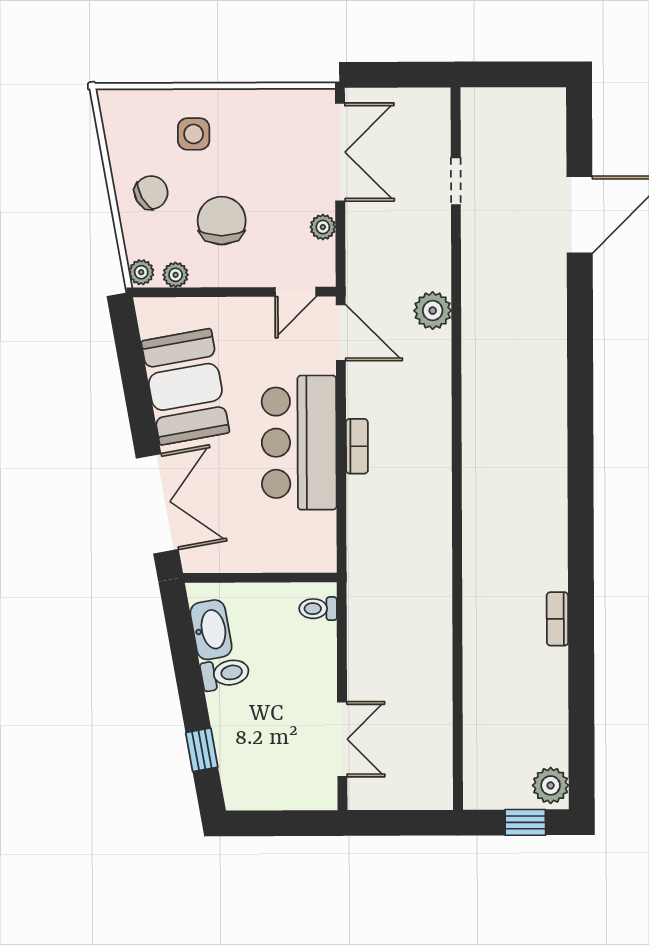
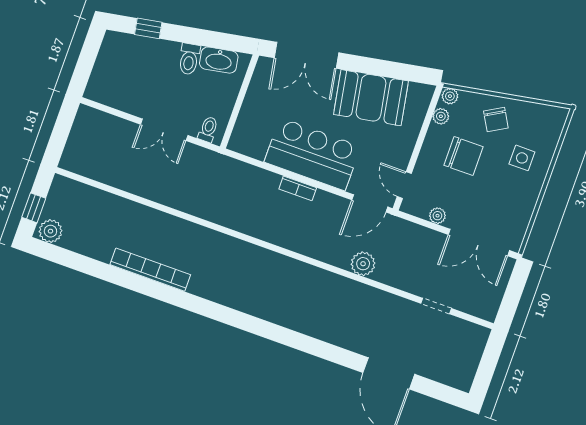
bookcase: (557, 619) -> (150, 270), width x2.31, depth x1.31
double door: (342, 739) -> (164, 130), moved

